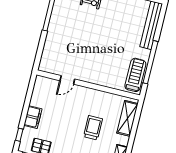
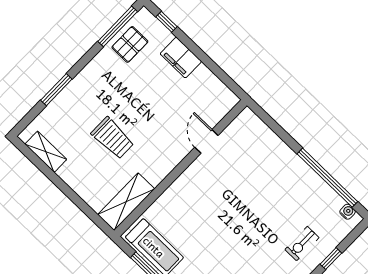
shelving: (127, 118) -> (126, 202), moved, turned 90

